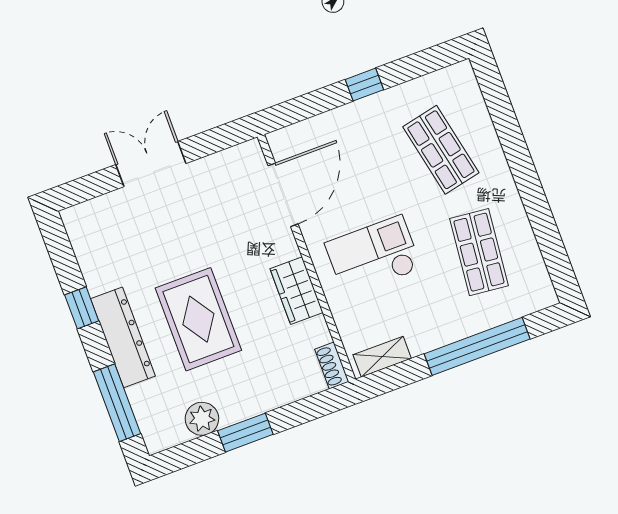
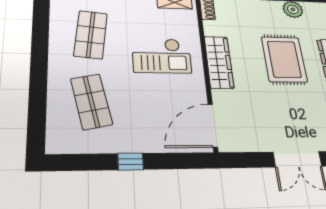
door: (283, 195) -> (213, 125), moved
wardrobe: (297, 291) -> (219, 62), width x1.50

